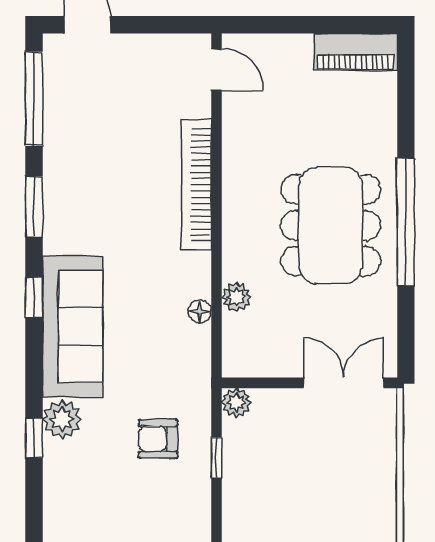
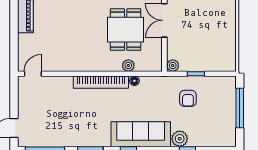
bookcase: (196, 185) -> (101, 82), moved
dining table: (331, 225) -> (126, 30), moved, width x0.73

